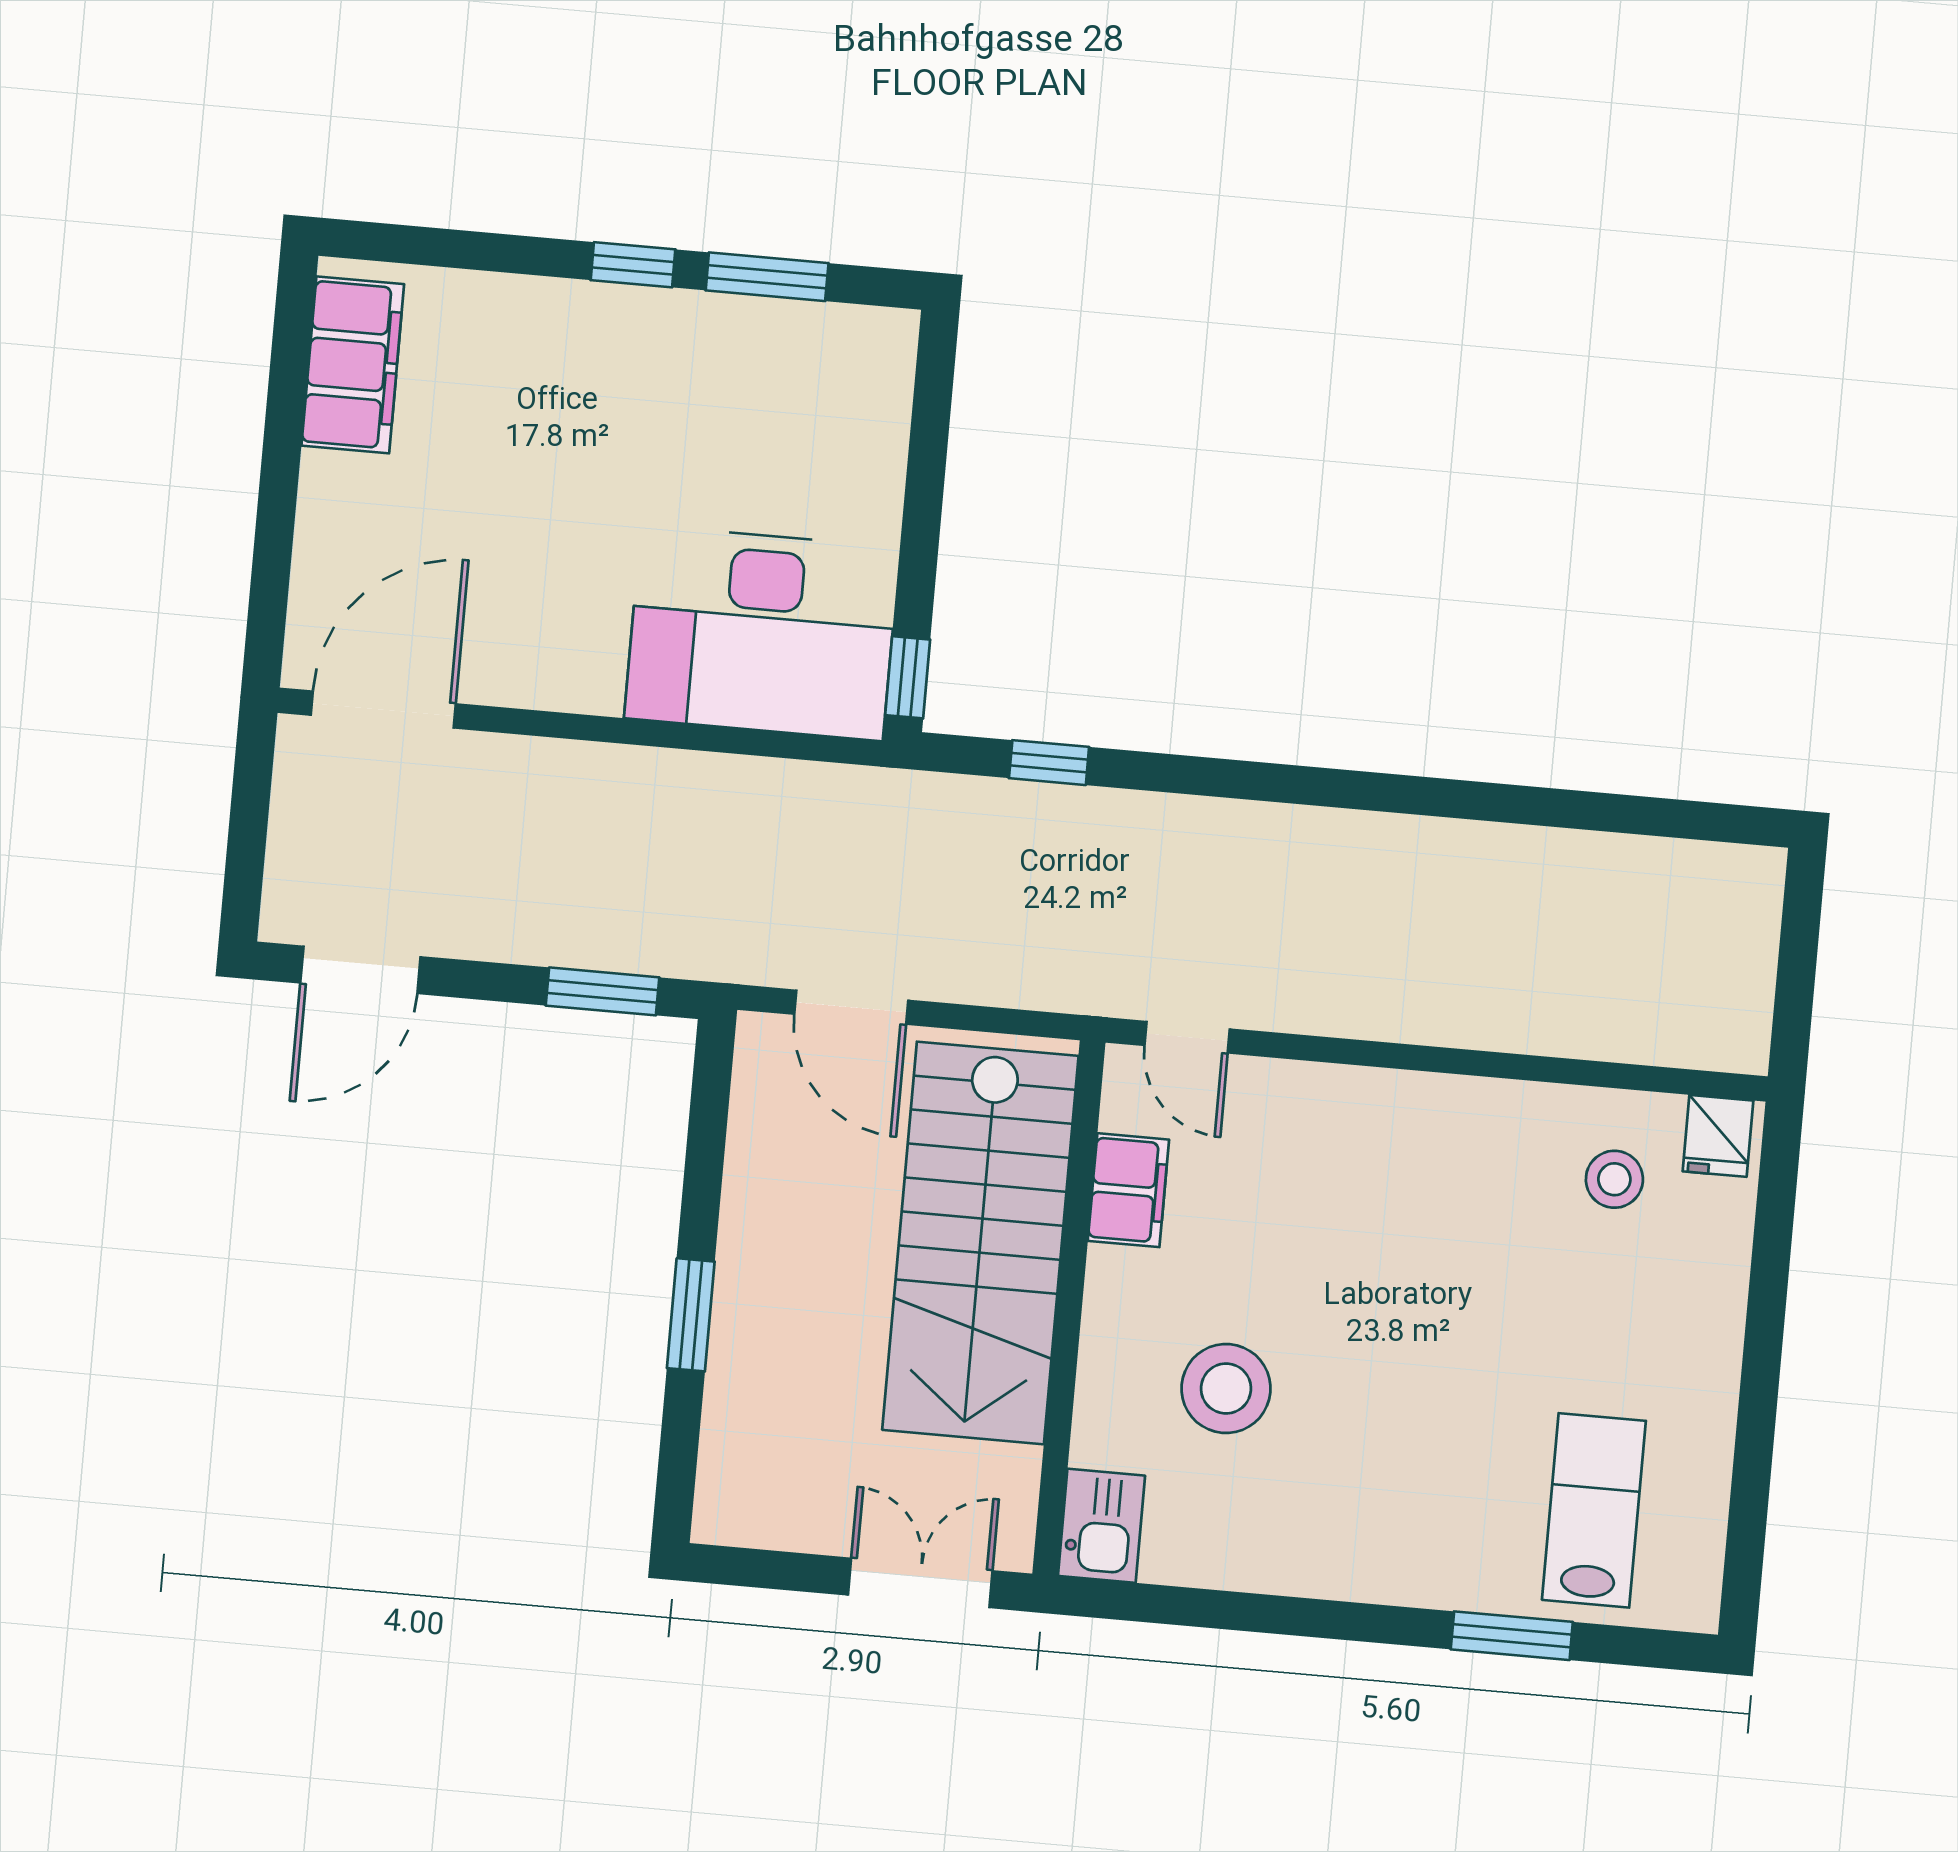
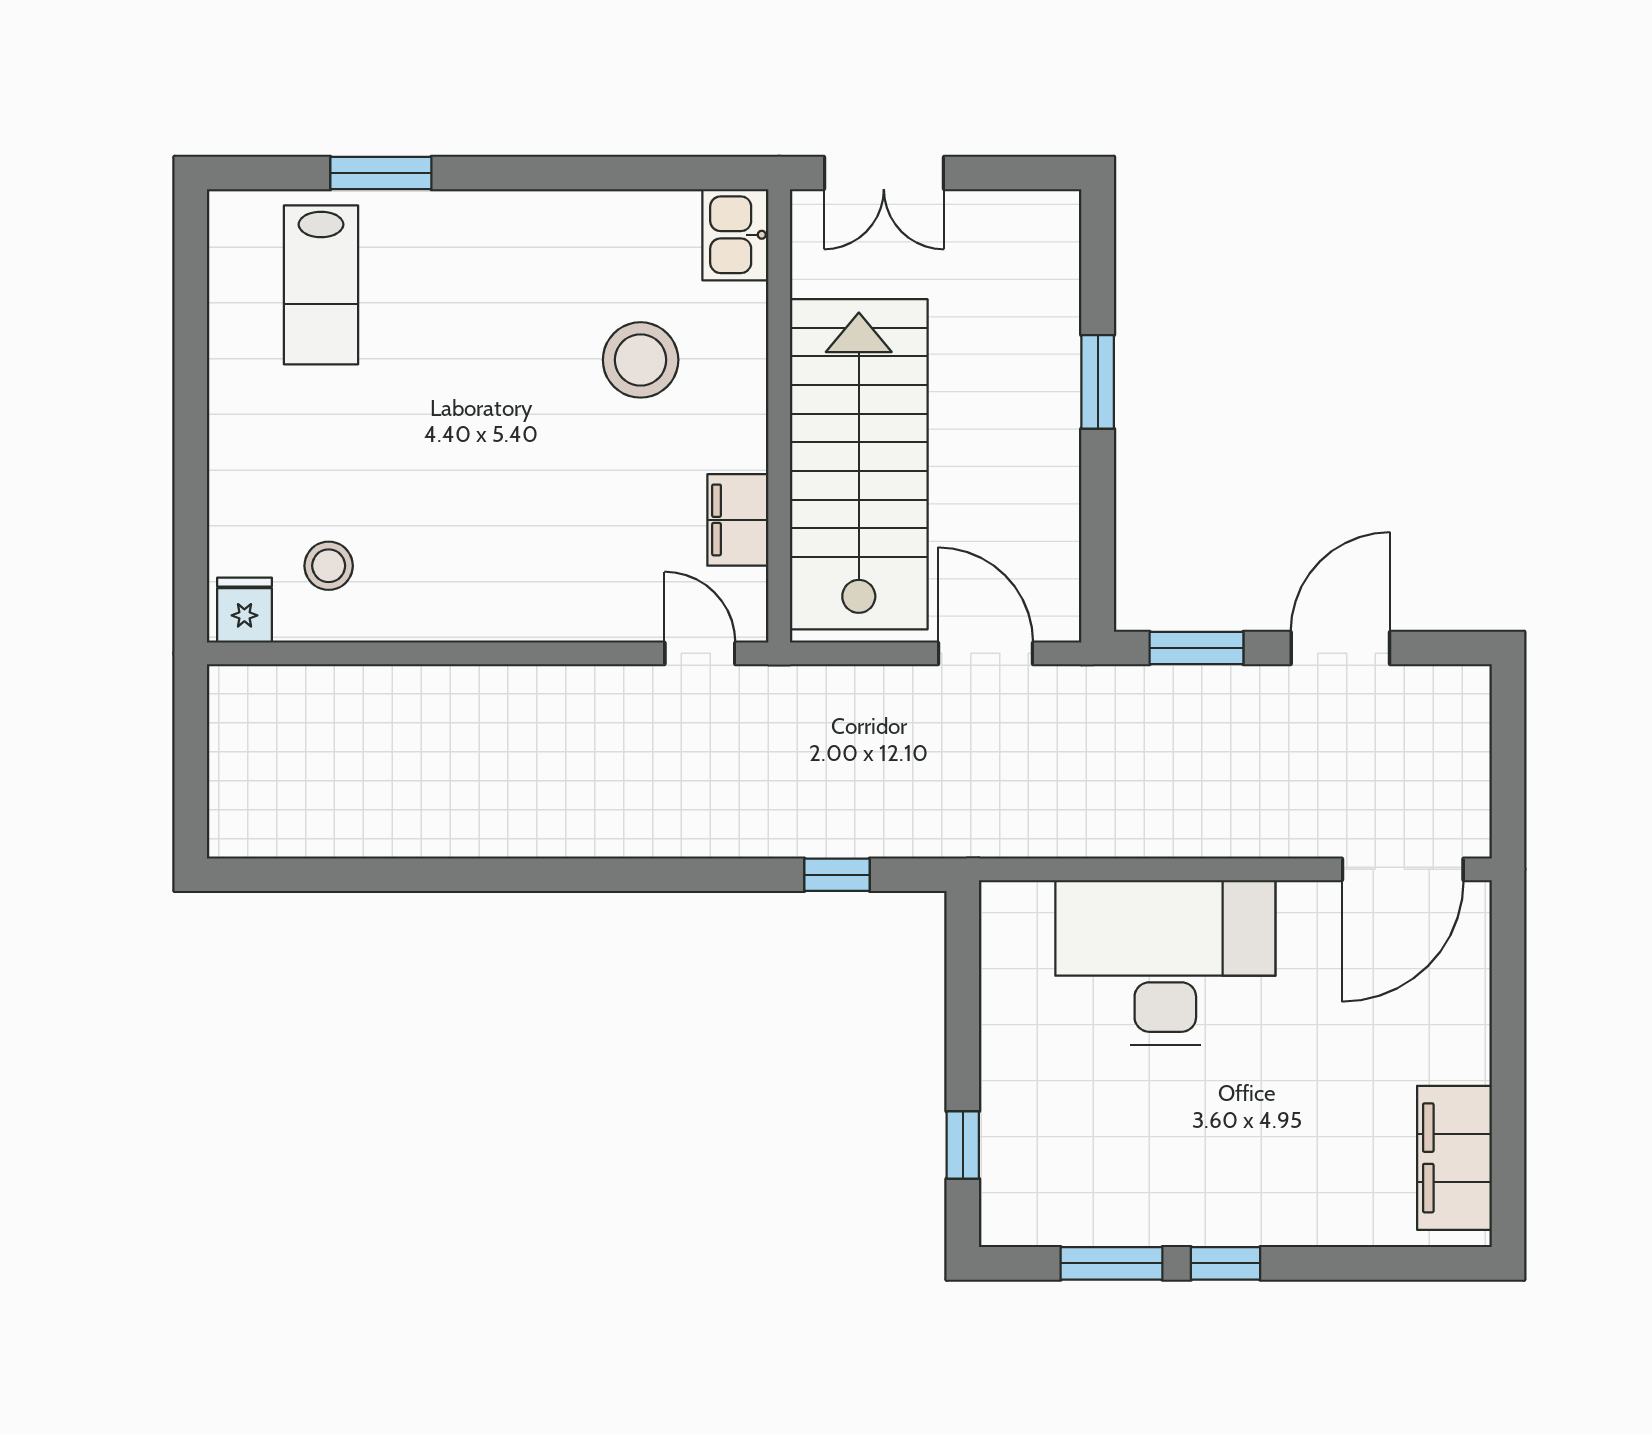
desk: (762, 633) -> (1165, 963), moved
window: (908, 677) -> (963, 1145), moved
door: (360, 970) -> (1340, 648), moved

